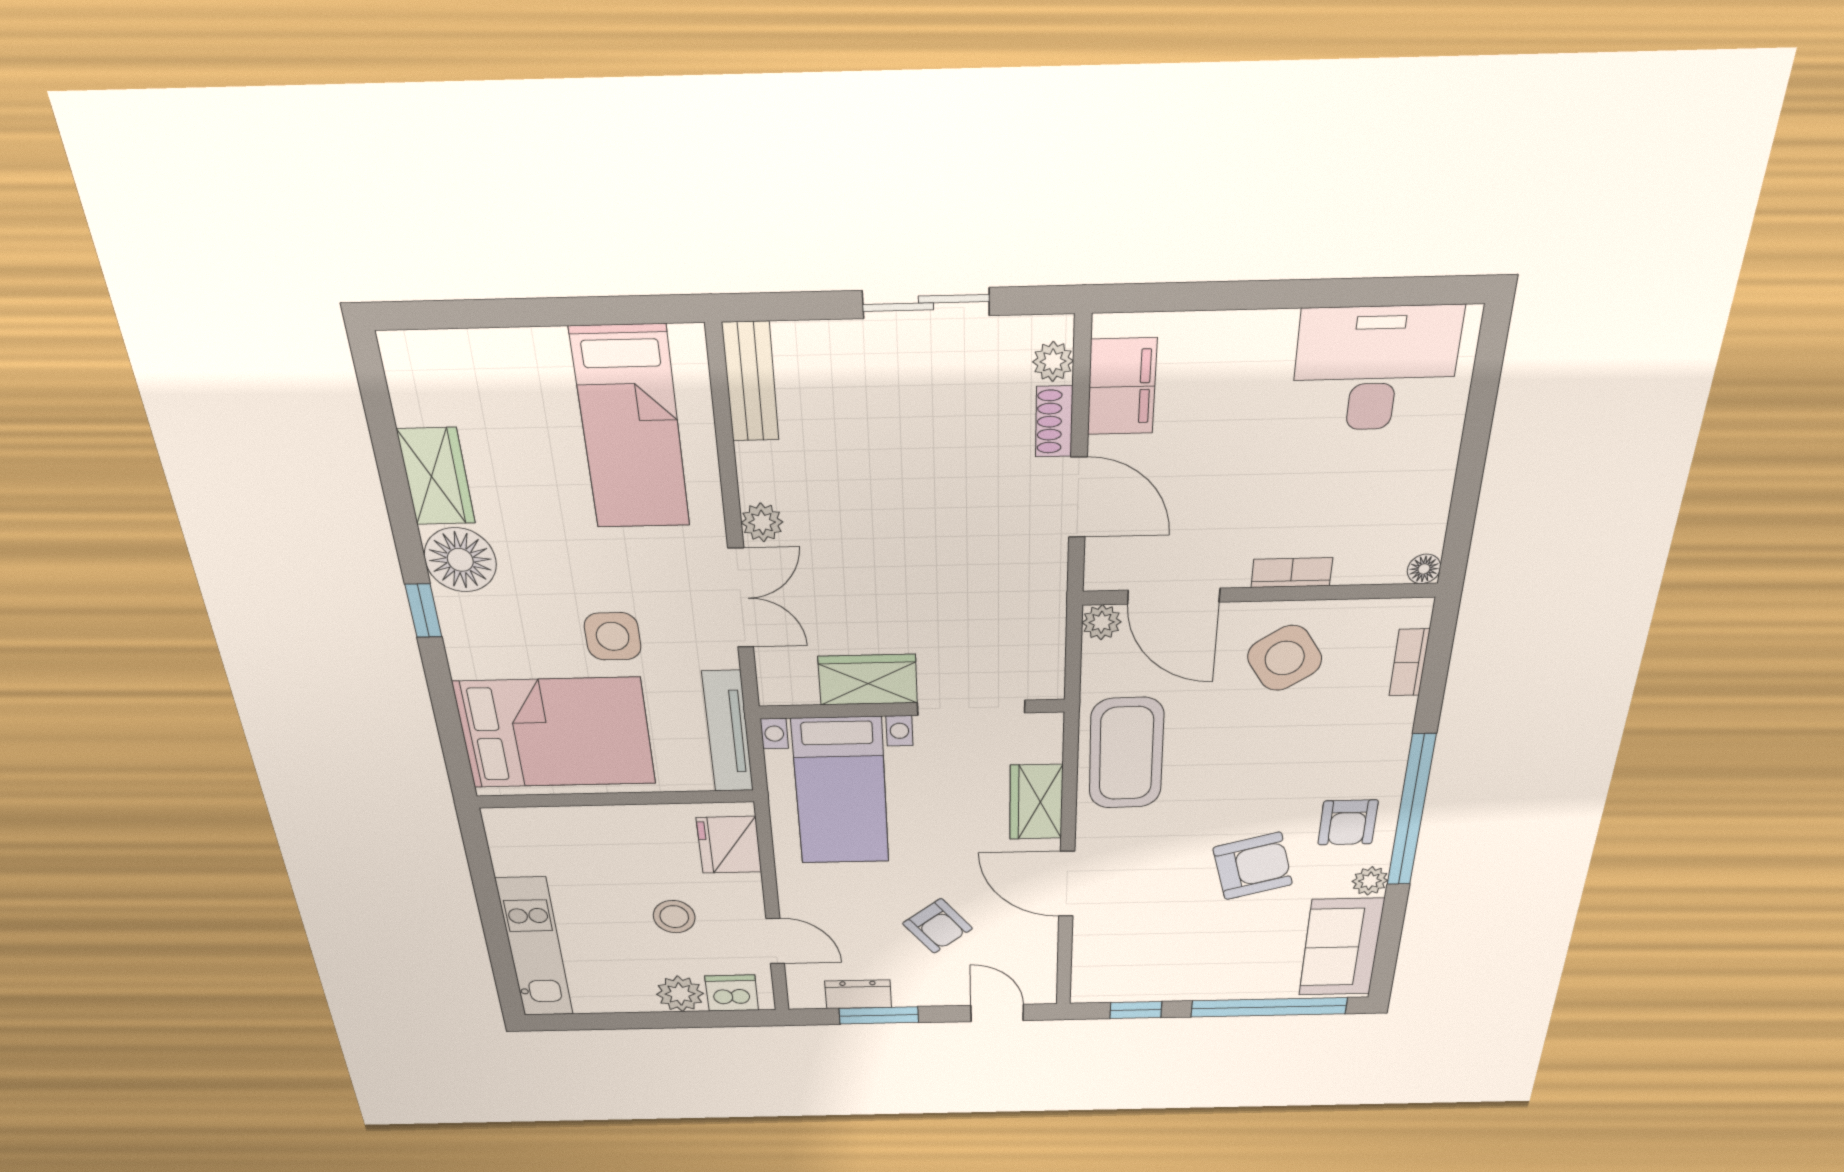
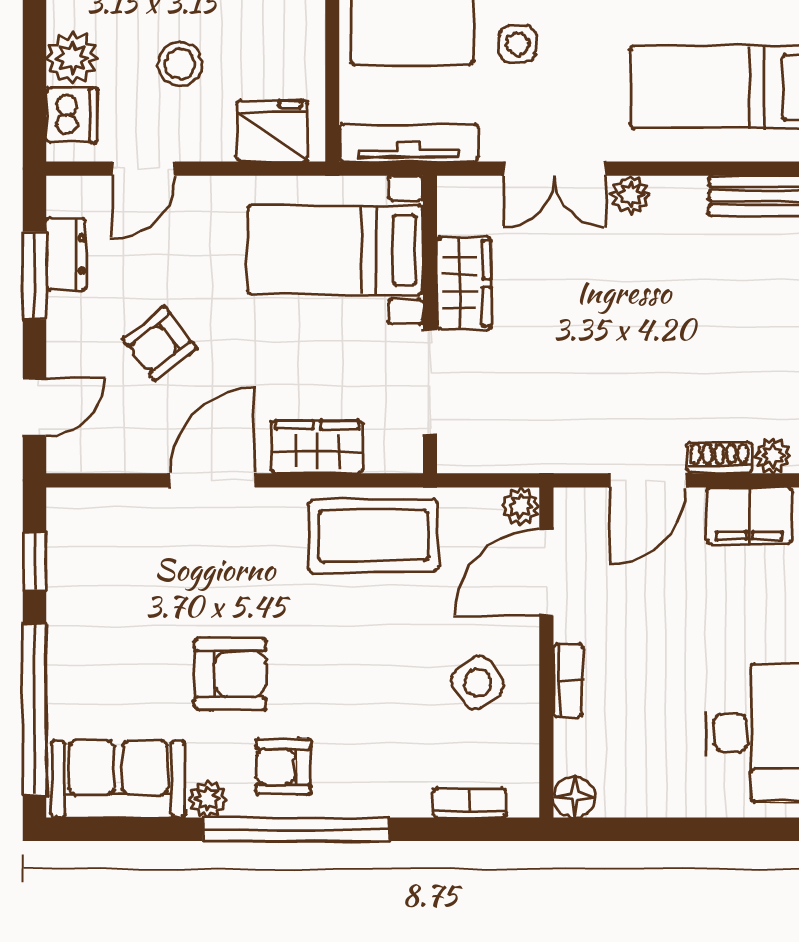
floor lamp: (1424, 569) -> (574, 797), width x1.37, depth x1.37
side table: (613, 636) -> (517, 44), width x0.73, depth x0.73
side table: (1285, 658) -> (478, 683), width x0.73, depth x0.73
armchair: (1253, 866) -> (230, 674), turned -75

